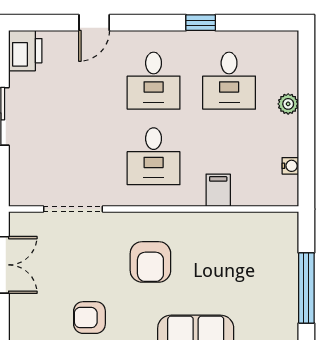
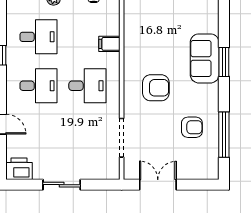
armchair: (89, 318) -> (192, 127), turned -90

